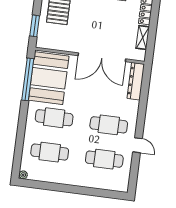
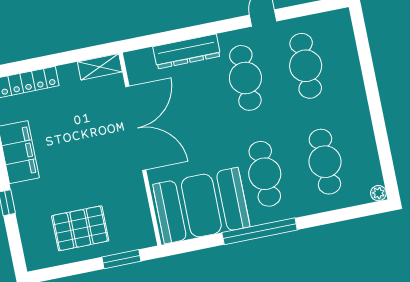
shelving: (143, 38) -> (100, 67), moved
window: (28, 79) -> (260, 231), moved
dresser: (136, 81) -> (187, 51), moved

